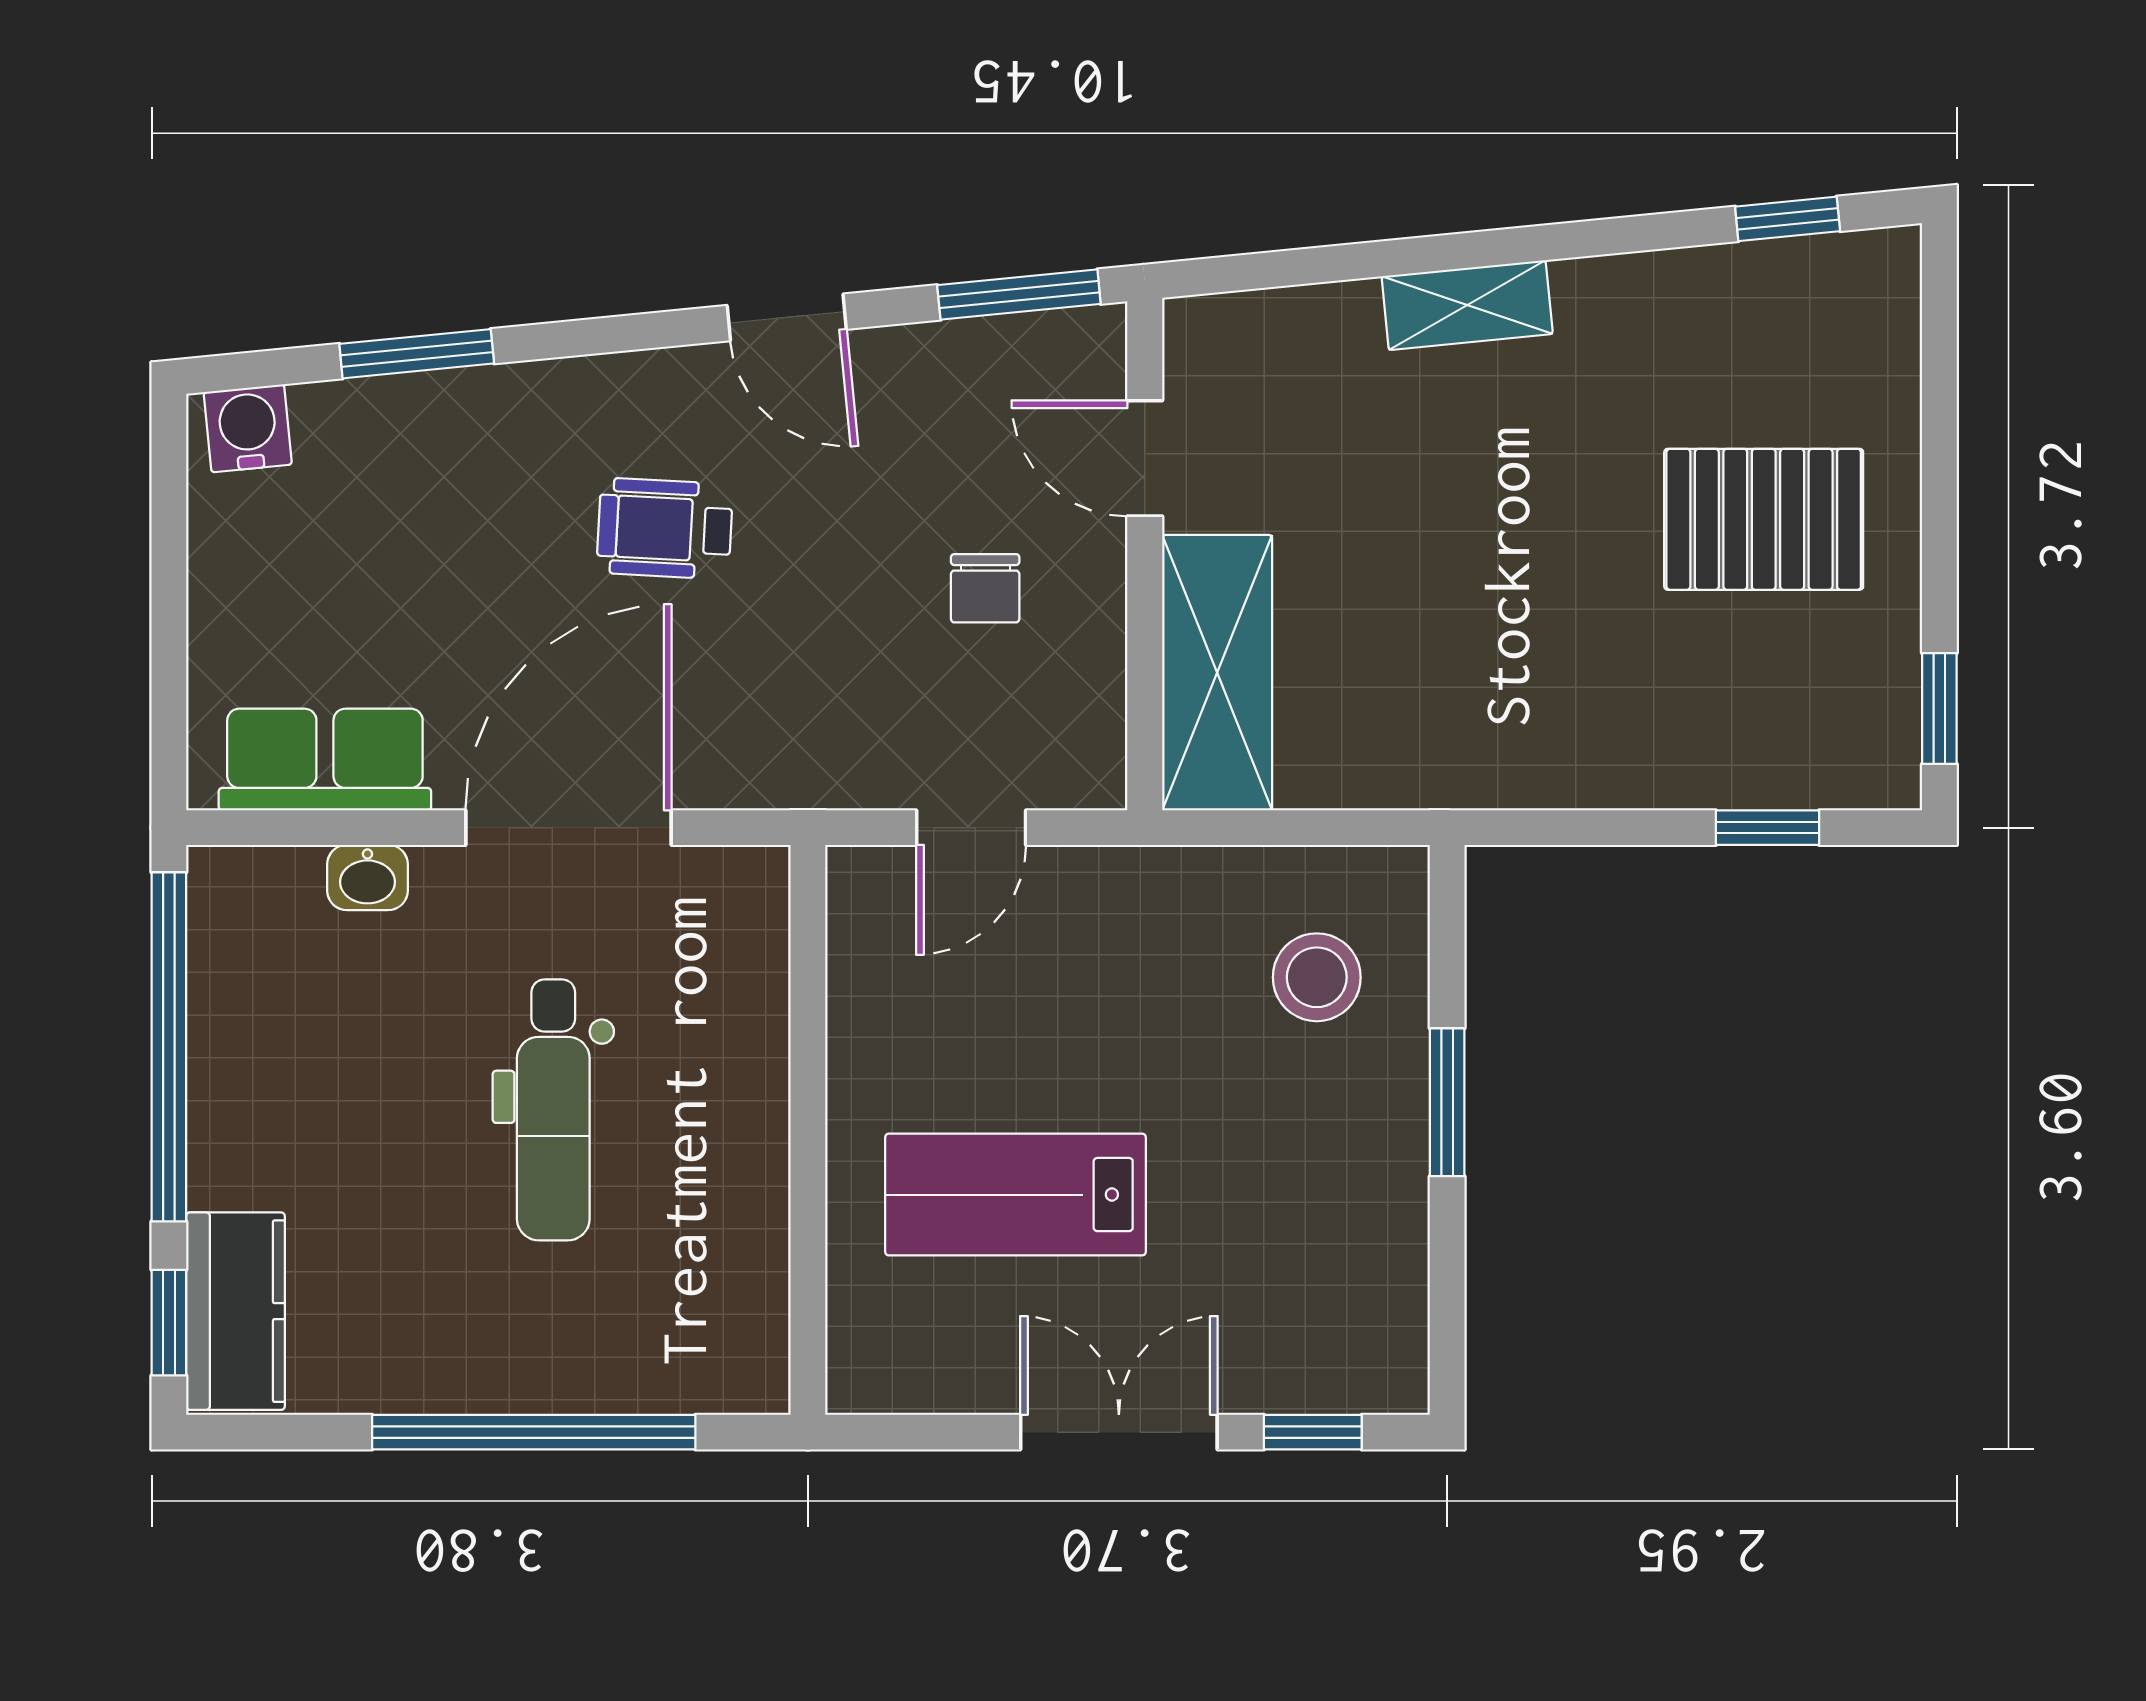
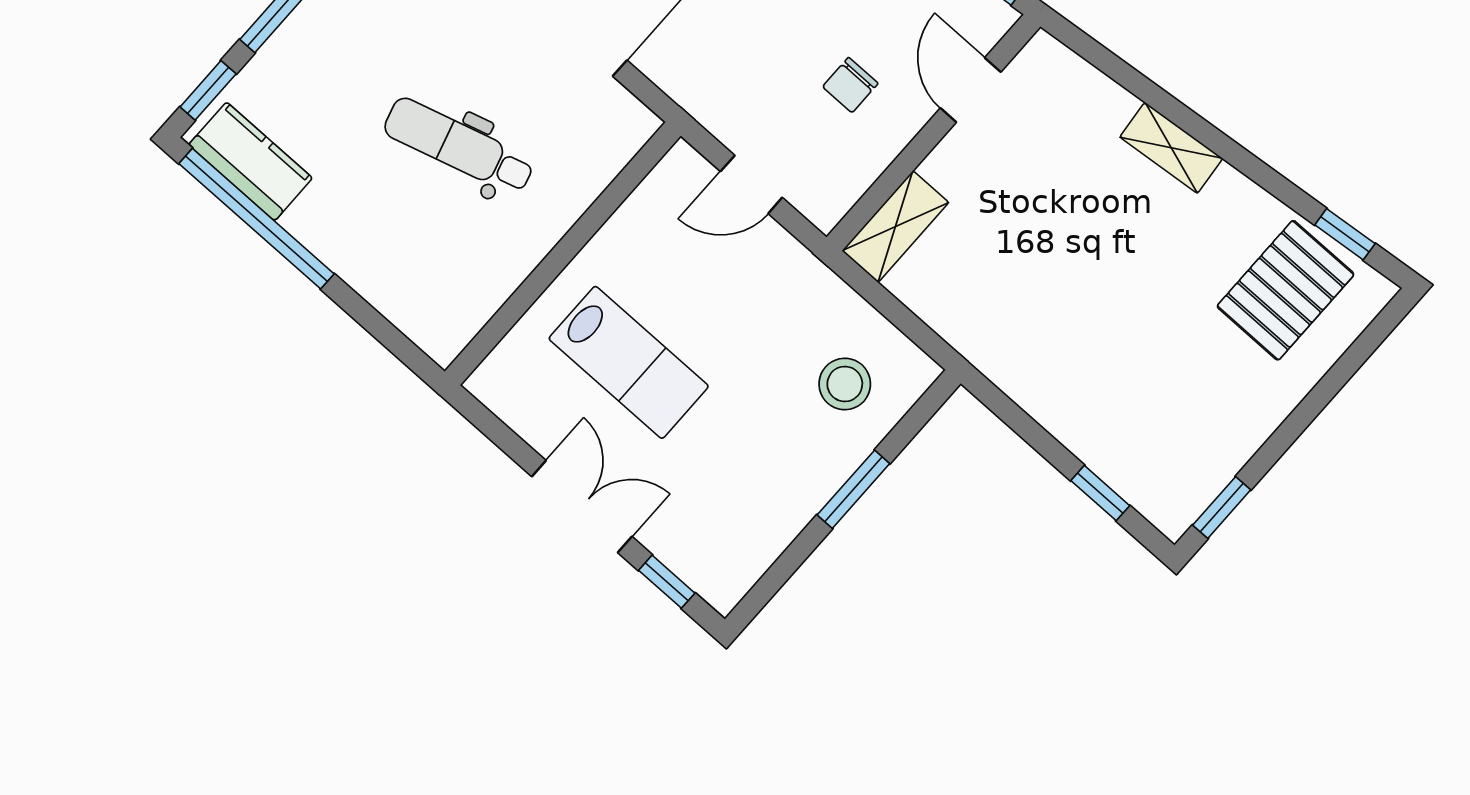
pallet: (1764, 519) -> (1286, 290), moved, turned 90
shelving: (1217, 673) -> (895, 227), width x0.67, depth x0.75
dental chair: (553, 1110) -> (459, 146), turned 74
lab bench: (1016, 1195) -> (629, 362), turned 180
kitchen counter: (235, 1311) -> (251, 161), moved, turned -90
window: (534, 1432) -> (257, 219), moved

